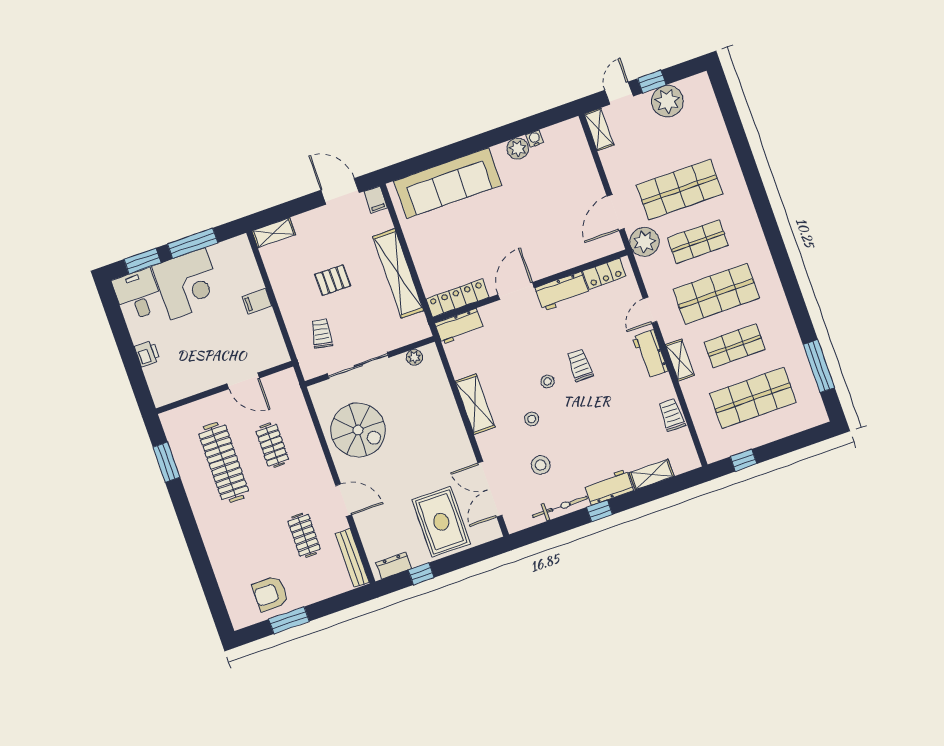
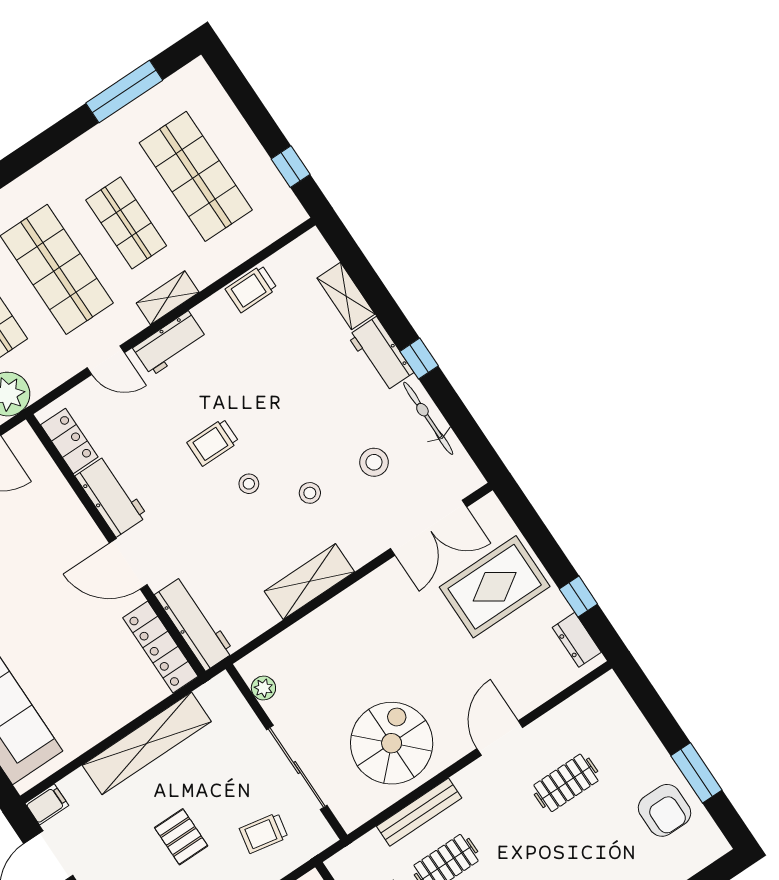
workbench: (459, 326) -> (194, 623), width x1.38
bench: (352, 558) -> (419, 812), moved

